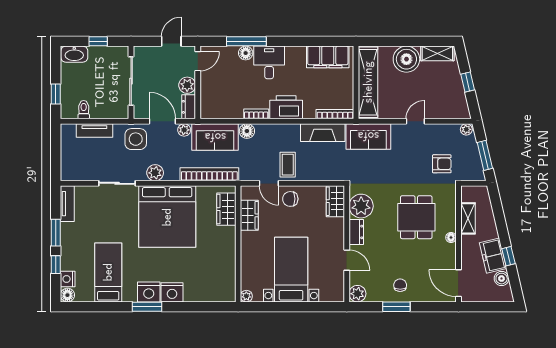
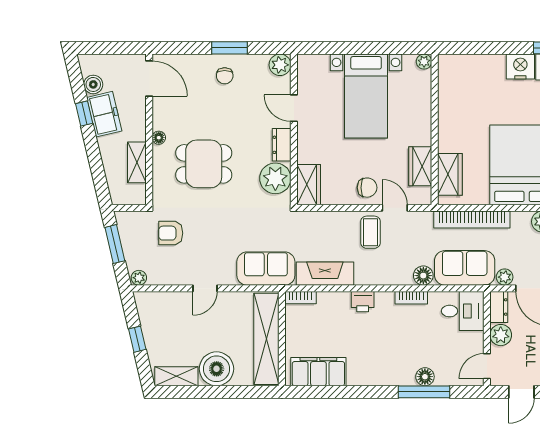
desk: (269, 62) -> (463, 311), moved, turned -90
printer: (286, 107) -> (363, 302), width x0.53, depth x0.68
bookcase: (335, 114) -> (300, 298), width x0.64
dining table: (416, 217) -> (204, 164), turned 90

